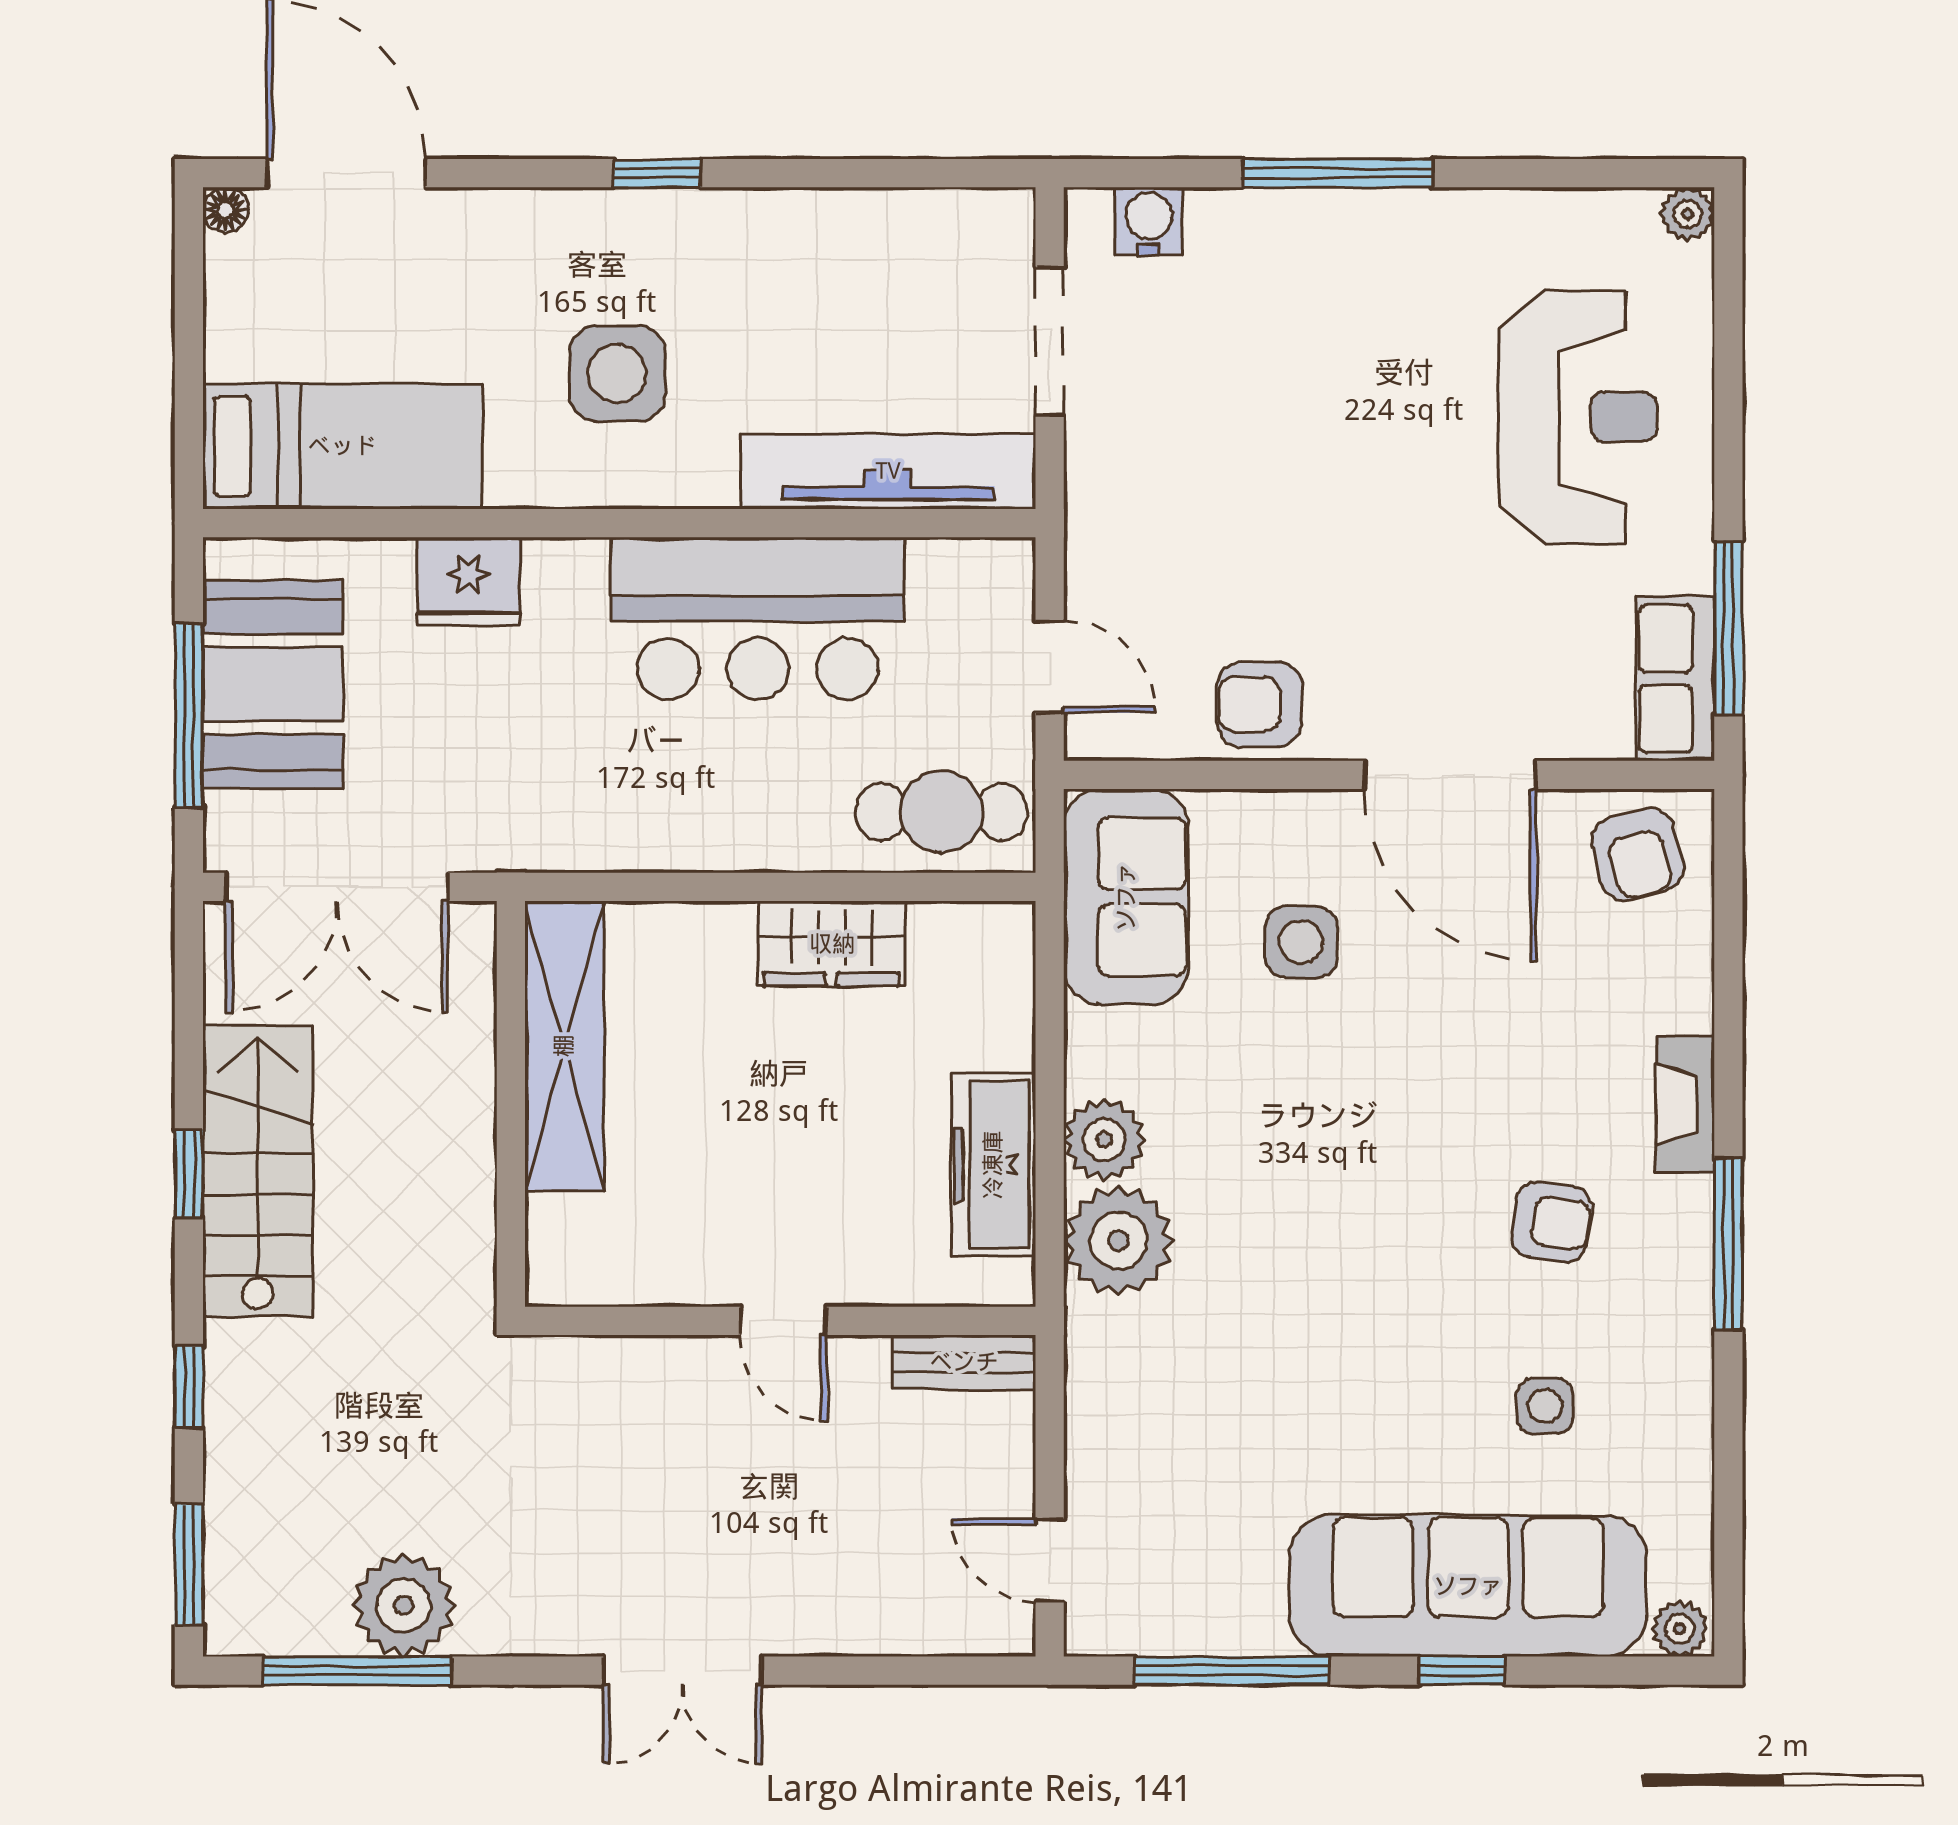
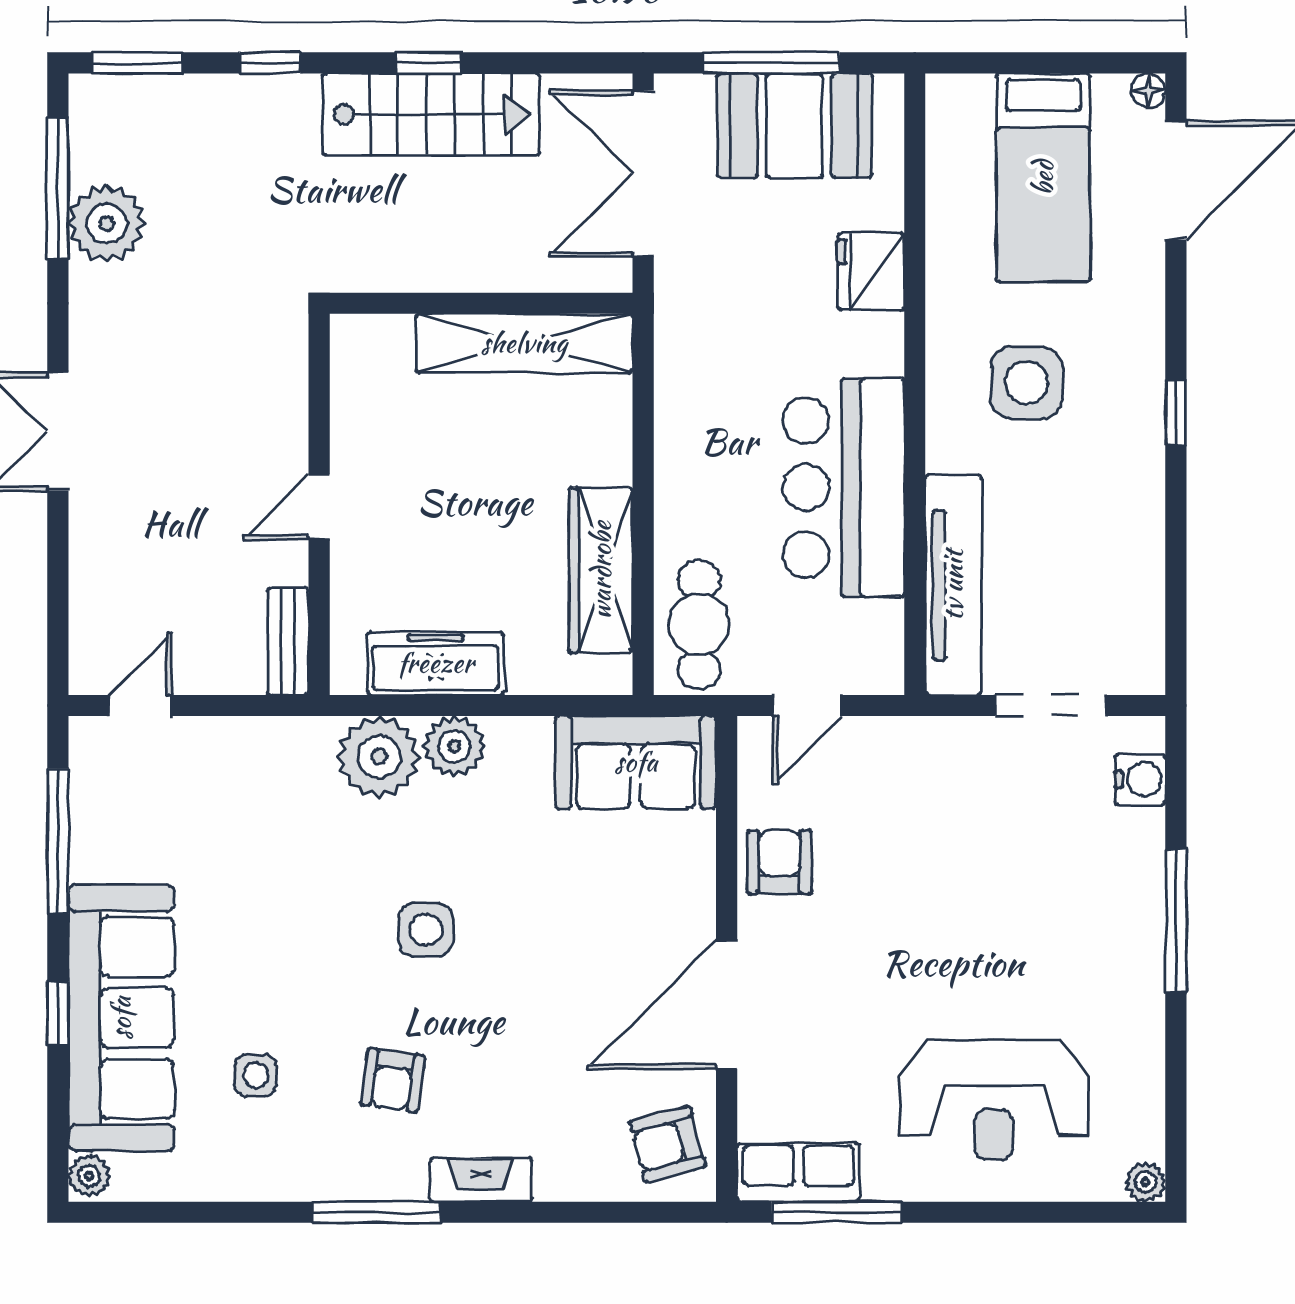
bed: (342, 446) -> (1043, 178), moved
side table: (1301, 942) -> (426, 930), moved
wardrobe: (832, 944) -> (601, 570), width x1.50

